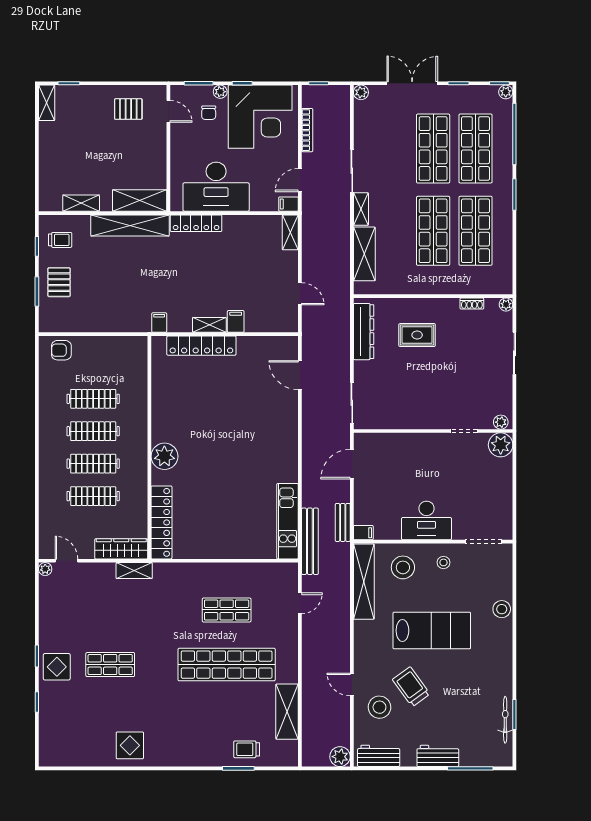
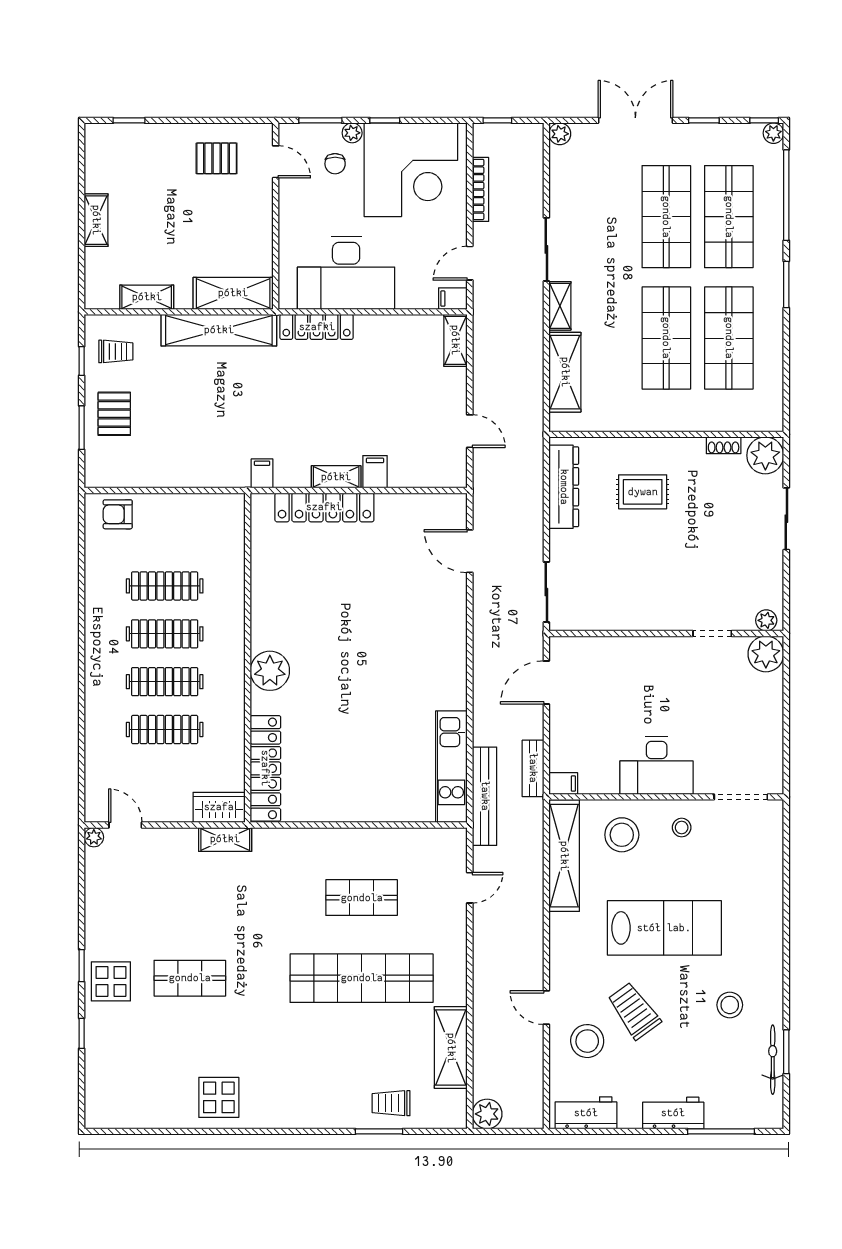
shelving: (47, 103) -> (96, 220), moved
plant: (506, 304) -> (765, 455), width x1.88, depth x1.88
wardrobe: (121, 549) -> (219, 807), width x0.67
stool: (502, 609) -> (730, 1005), moved
plant: (340, 757) -> (487, 1114), moved

